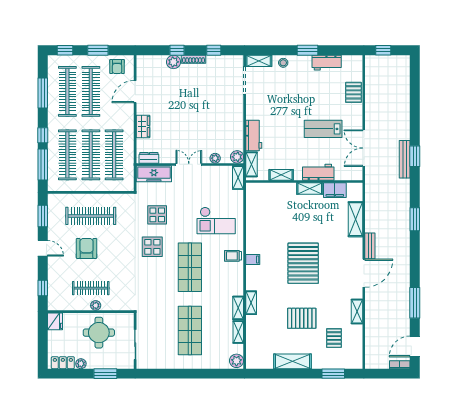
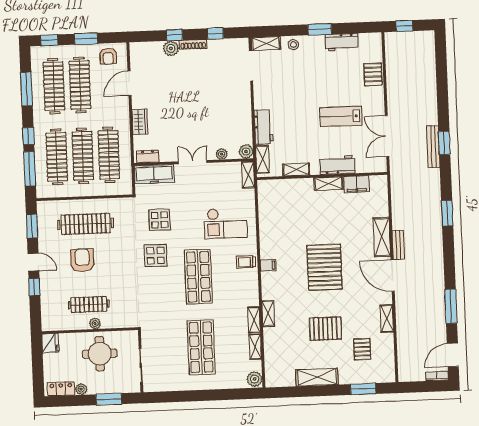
shelving: (355, 219) -> (382, 237), moved
door: (364, 273) -> (393, 276), swing flipped
window: (43, 288) -> (34, 287), moved

